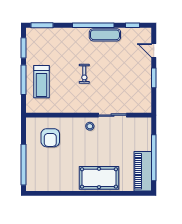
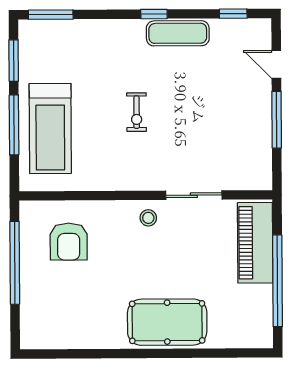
window: (93, 25) -> (154, 14), width x0.32
window: (154, 78) -> (277, 120), width x1.44
treadmill: (42, 82) -> (50, 129), width x1.37, depth x1.38
window: (24, 165) -> (15, 263), moved
piano: (143, 171) -> (255, 243), moved

